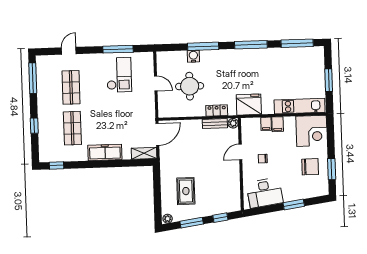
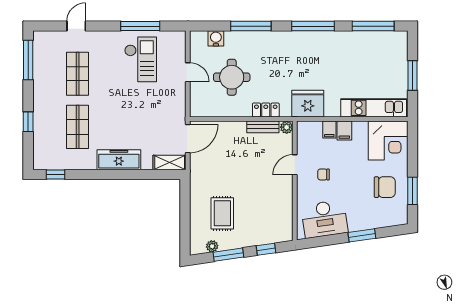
water cooler: (193, 56) -> (216, 38), moved
plant: (168, 219) -> (212, 246), moved

